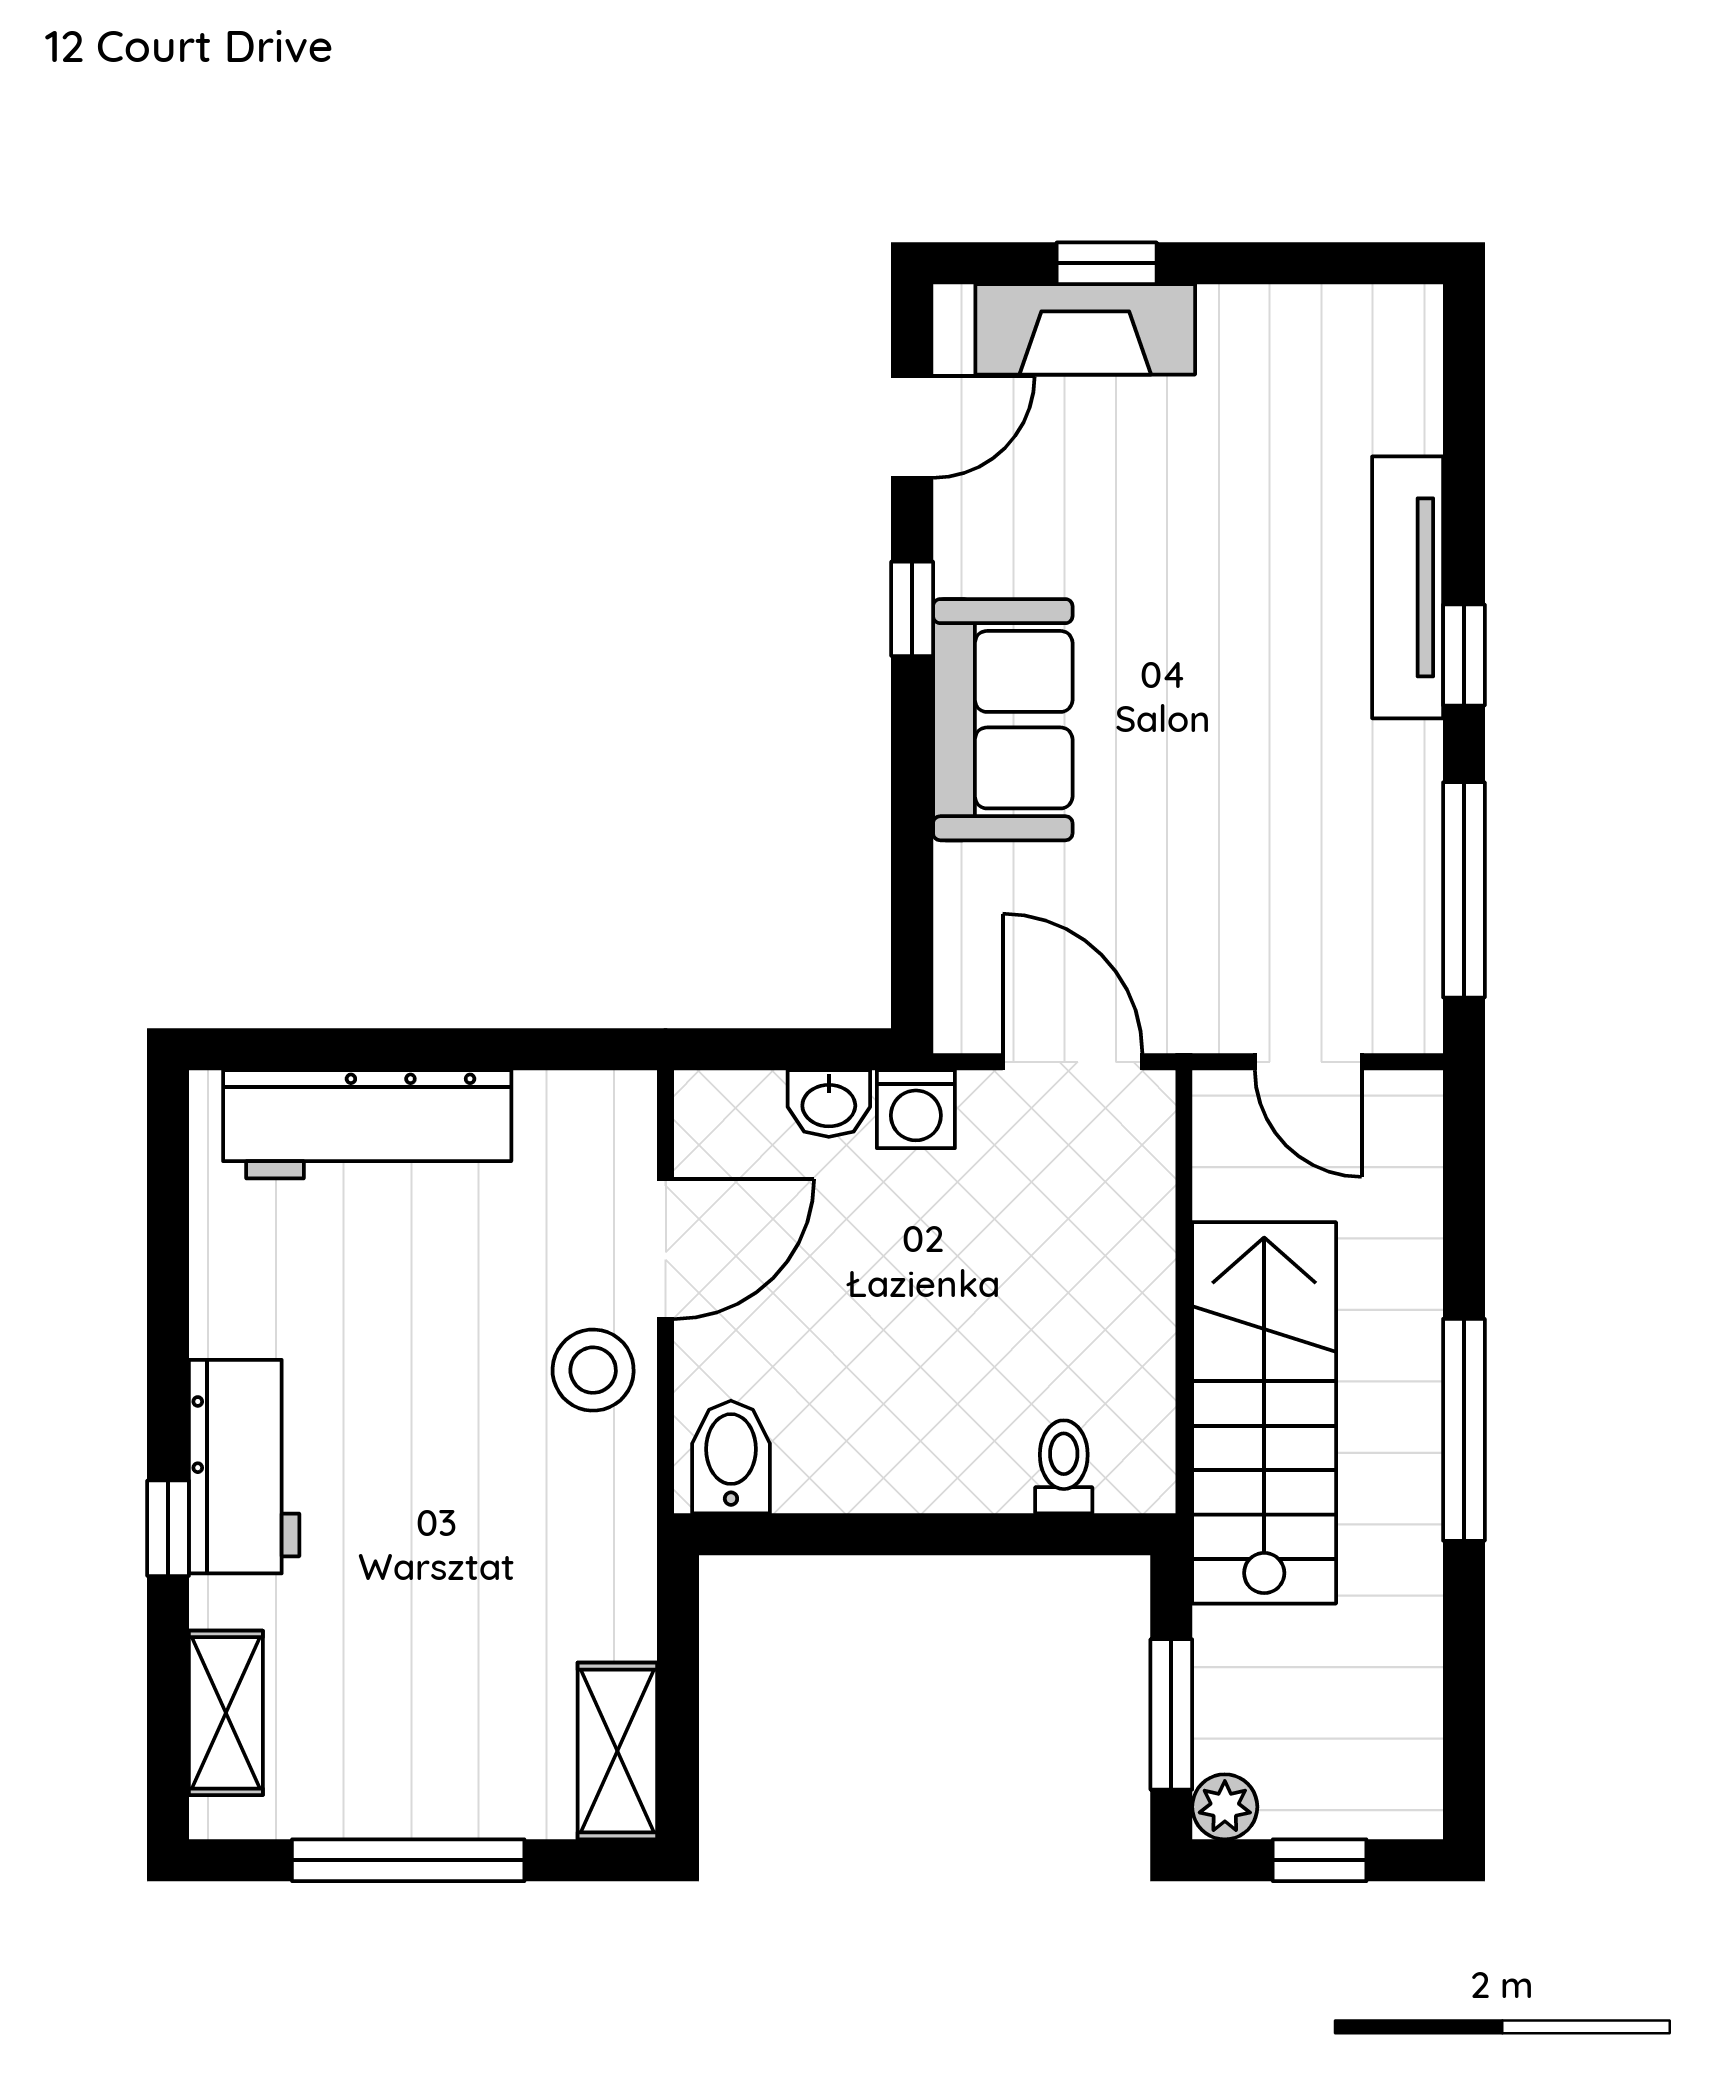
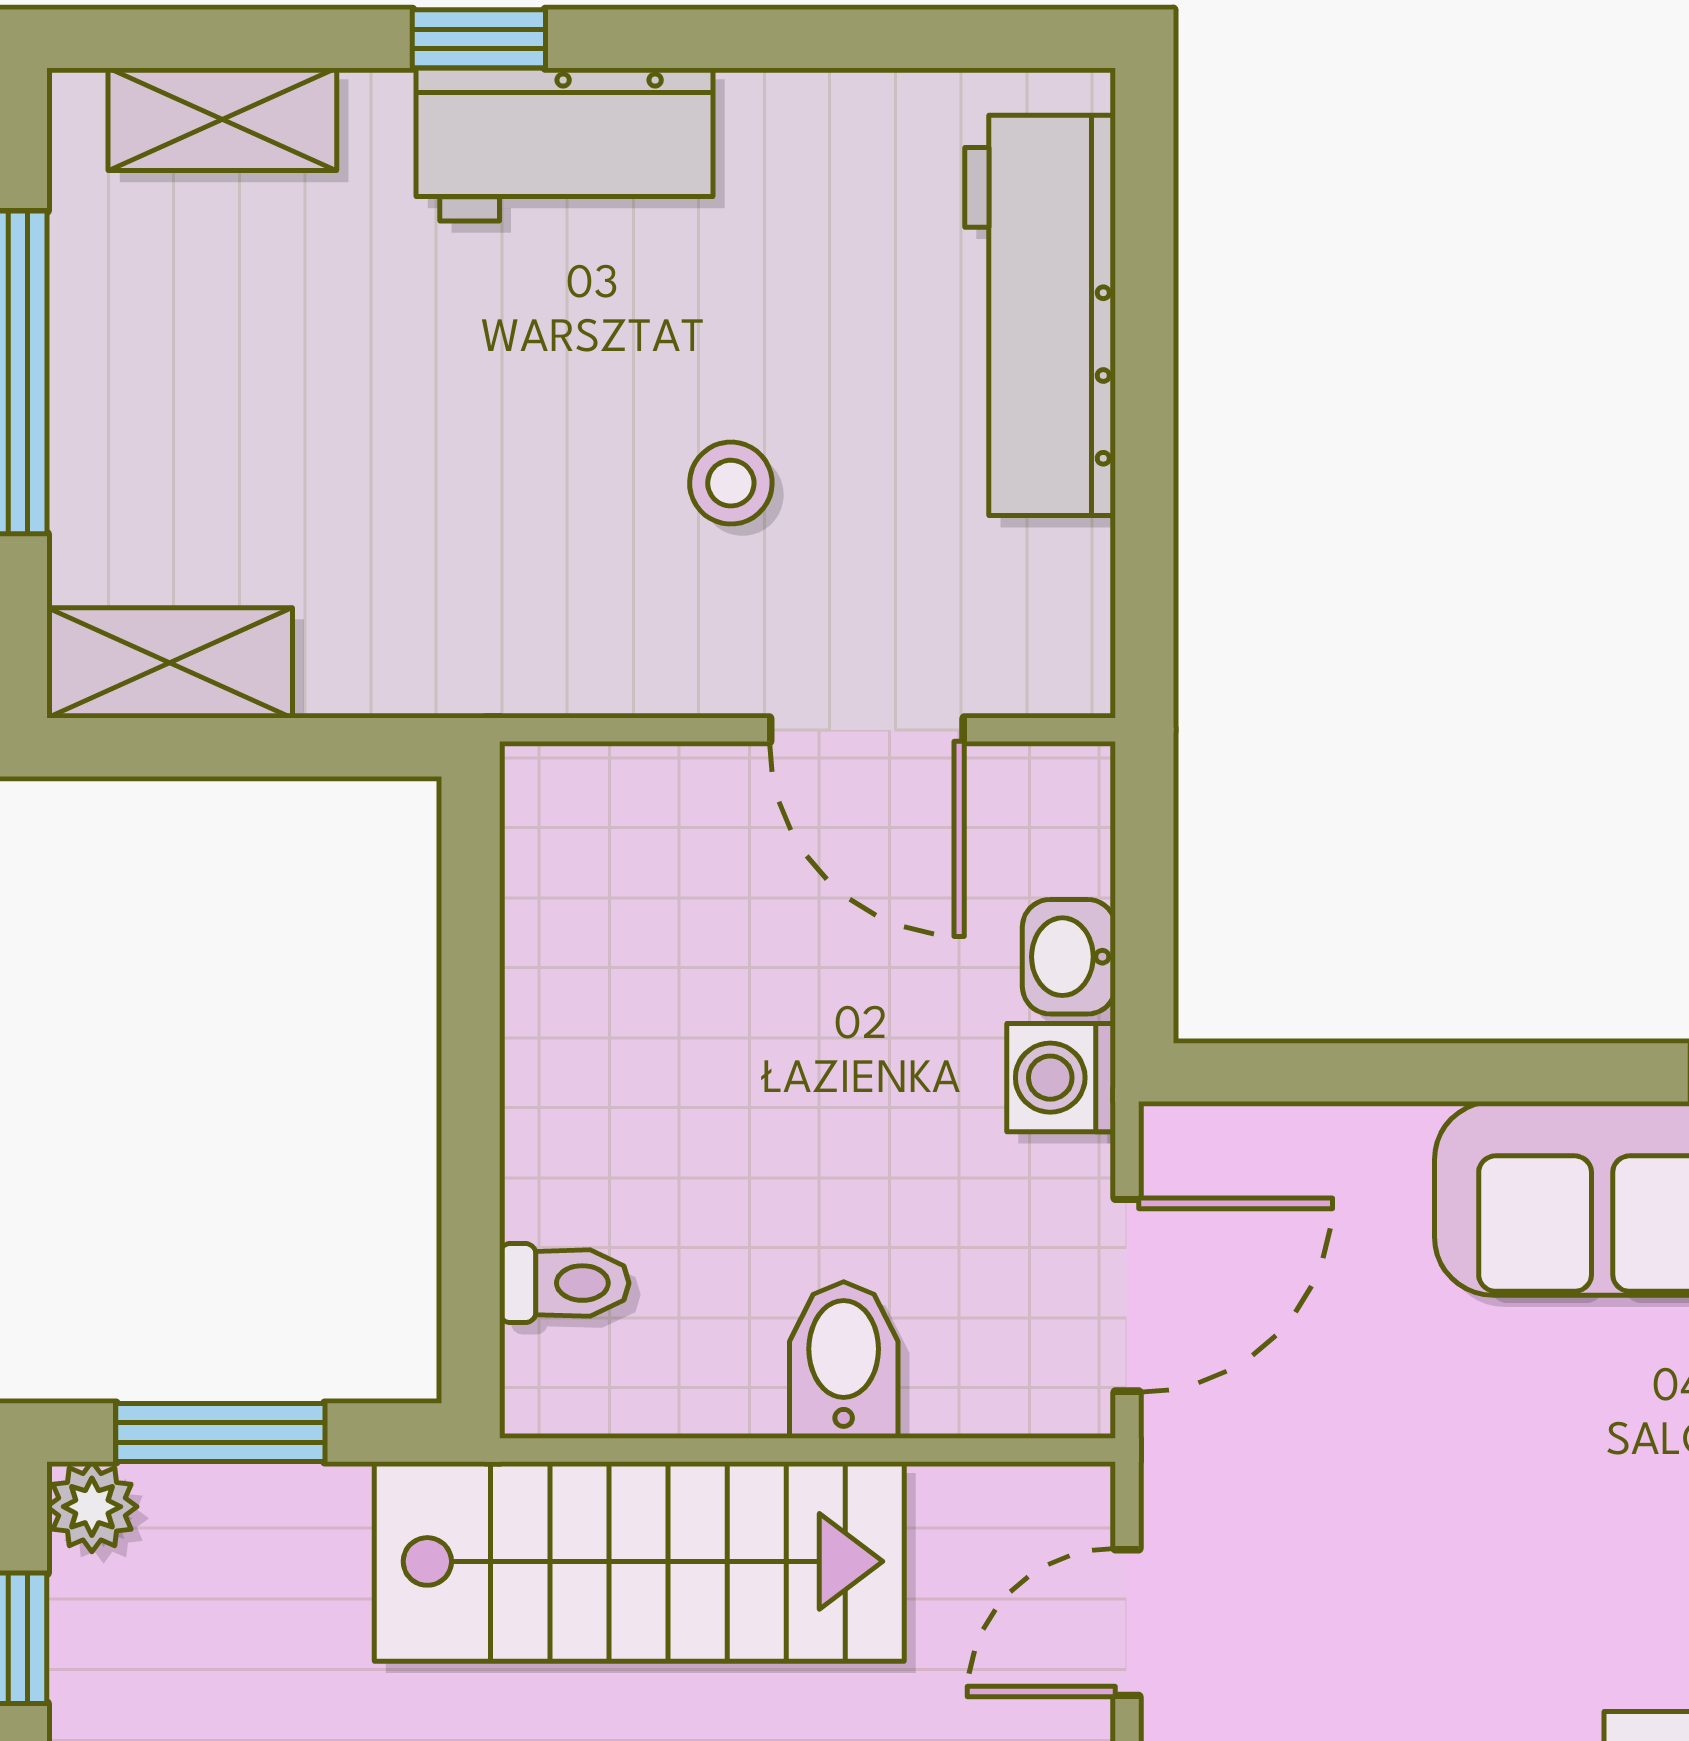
stool: (593, 1370) -> (731, 483), moved, width x0.73, depth x0.73
bidet: (731, 1457) -> (844, 1360), moved, turned -90

